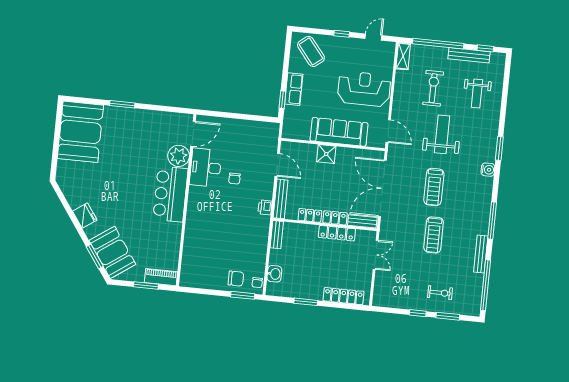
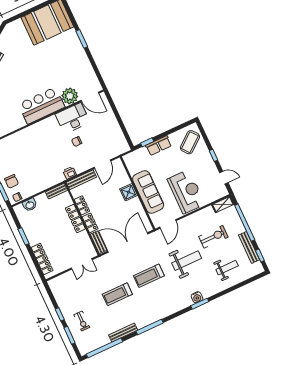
weight bench: (477, 94) -> (227, 268), turned 180
water cooler: (488, 170) -> (197, 297), moved
locker: (337, 233) -> (75, 218), moved

